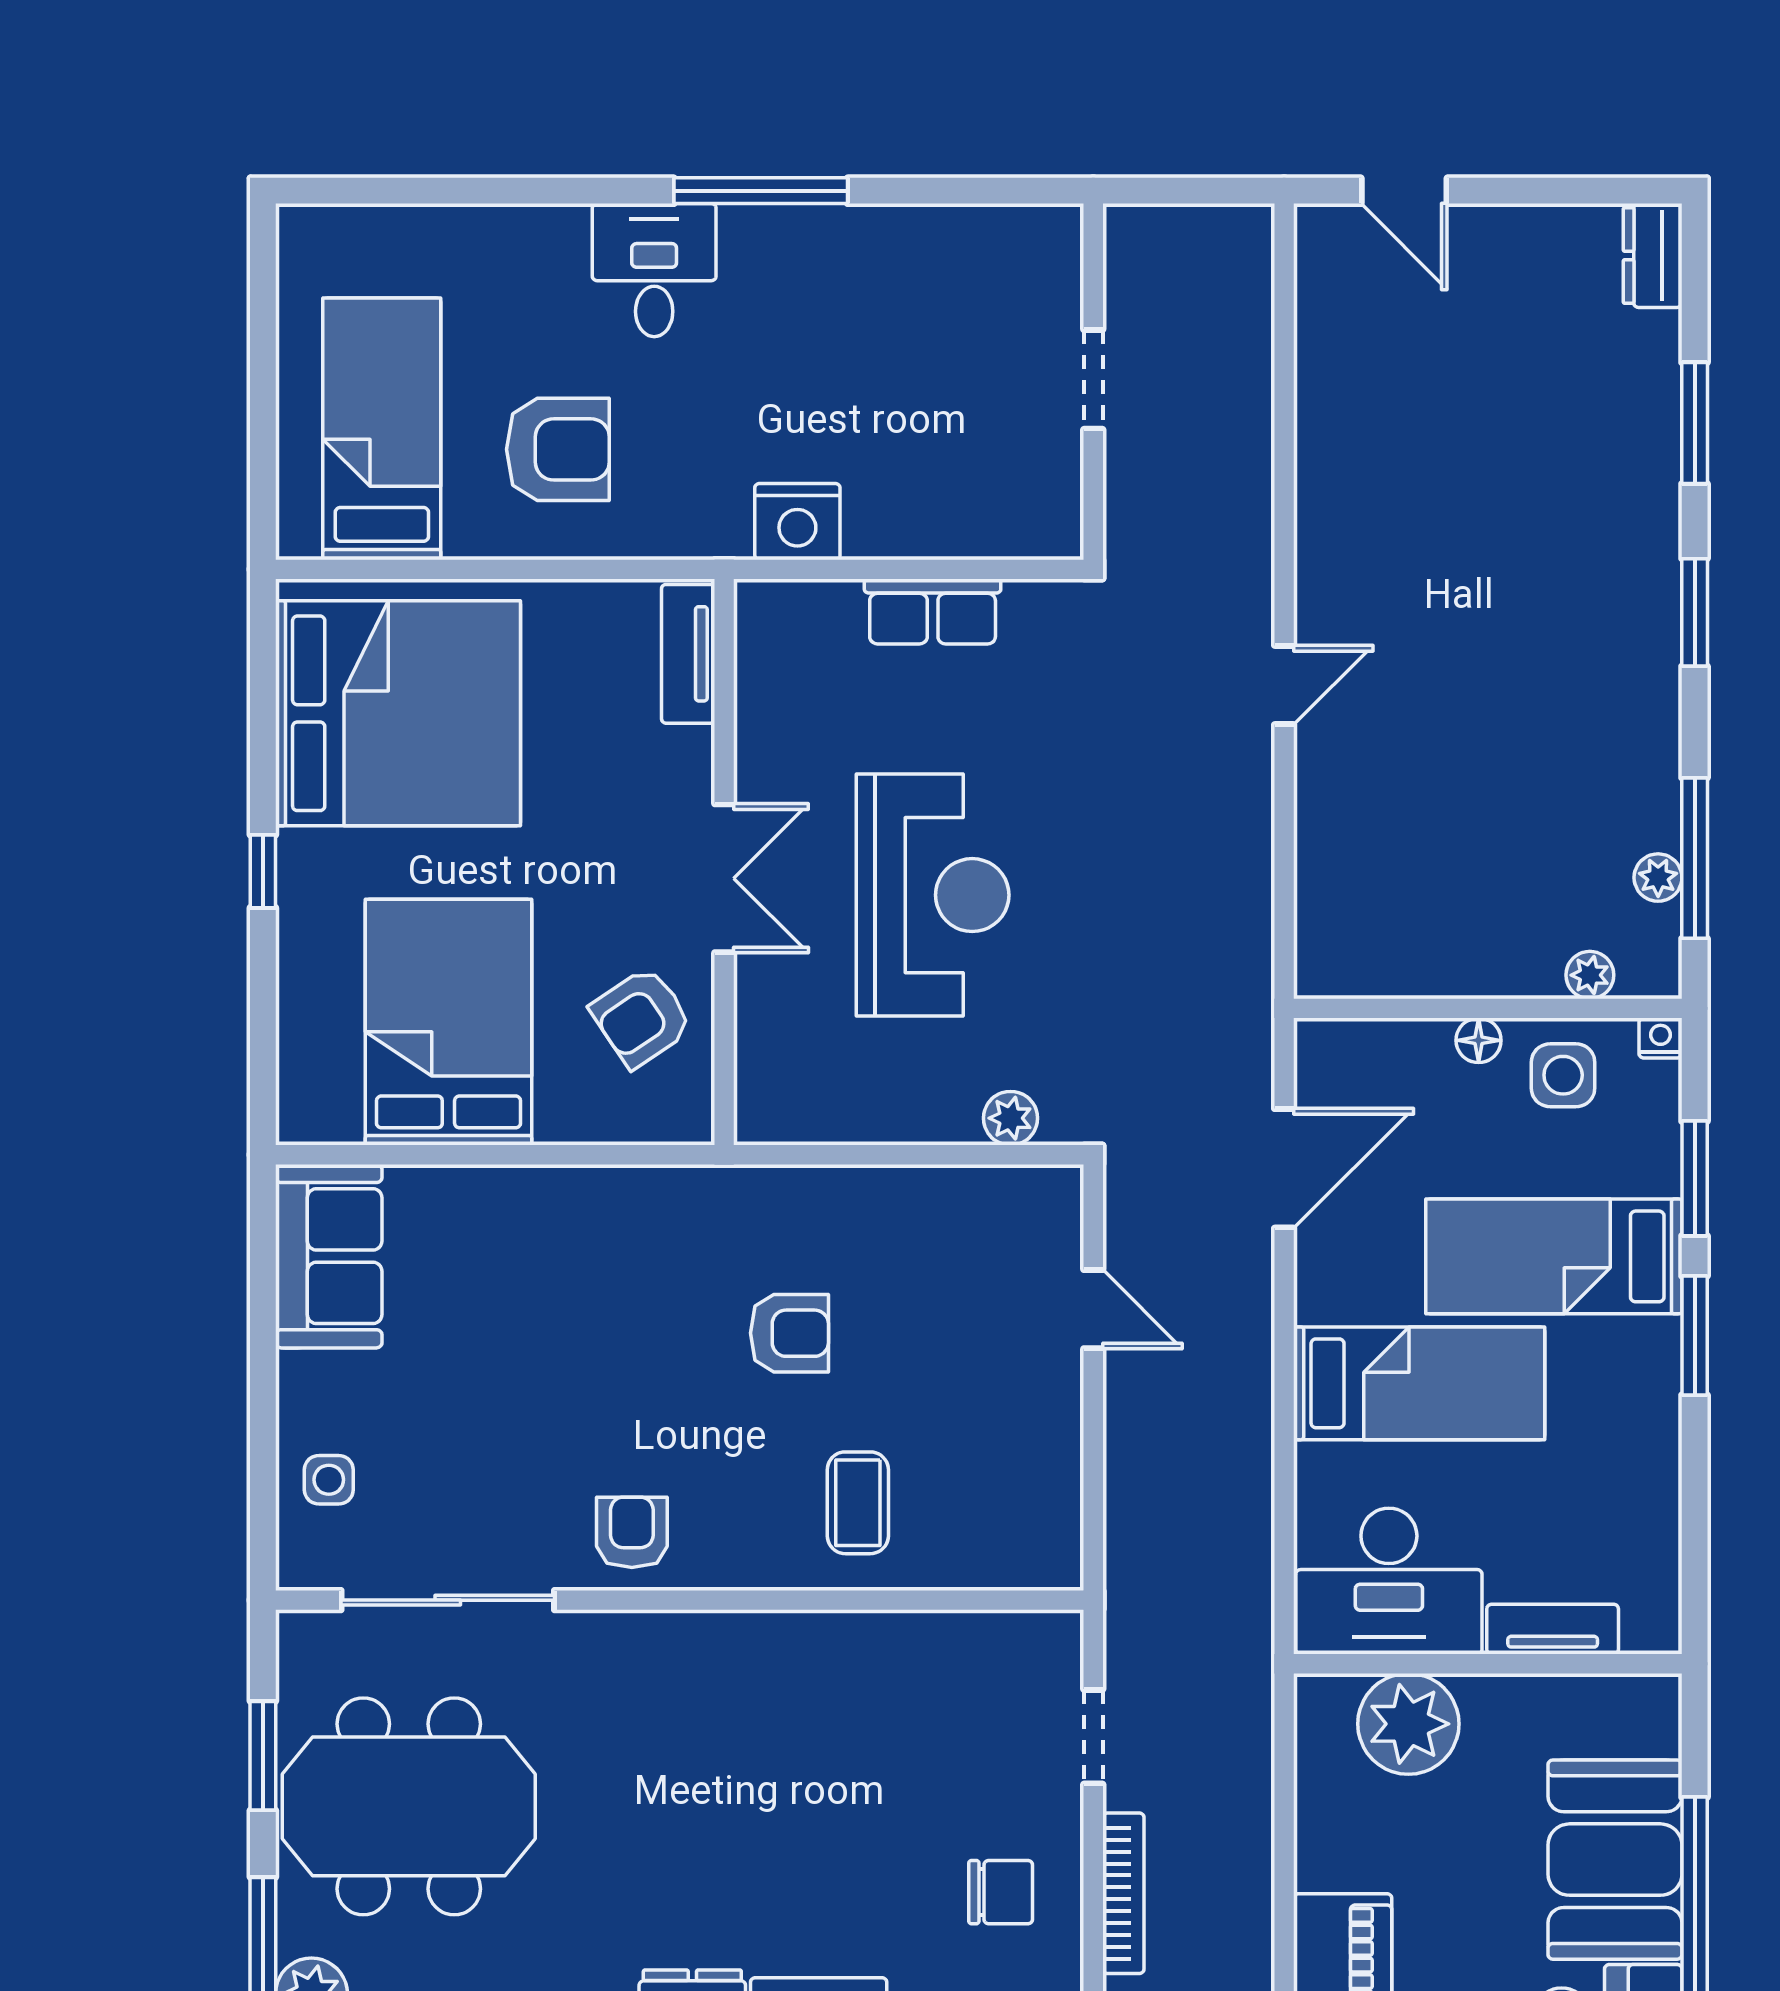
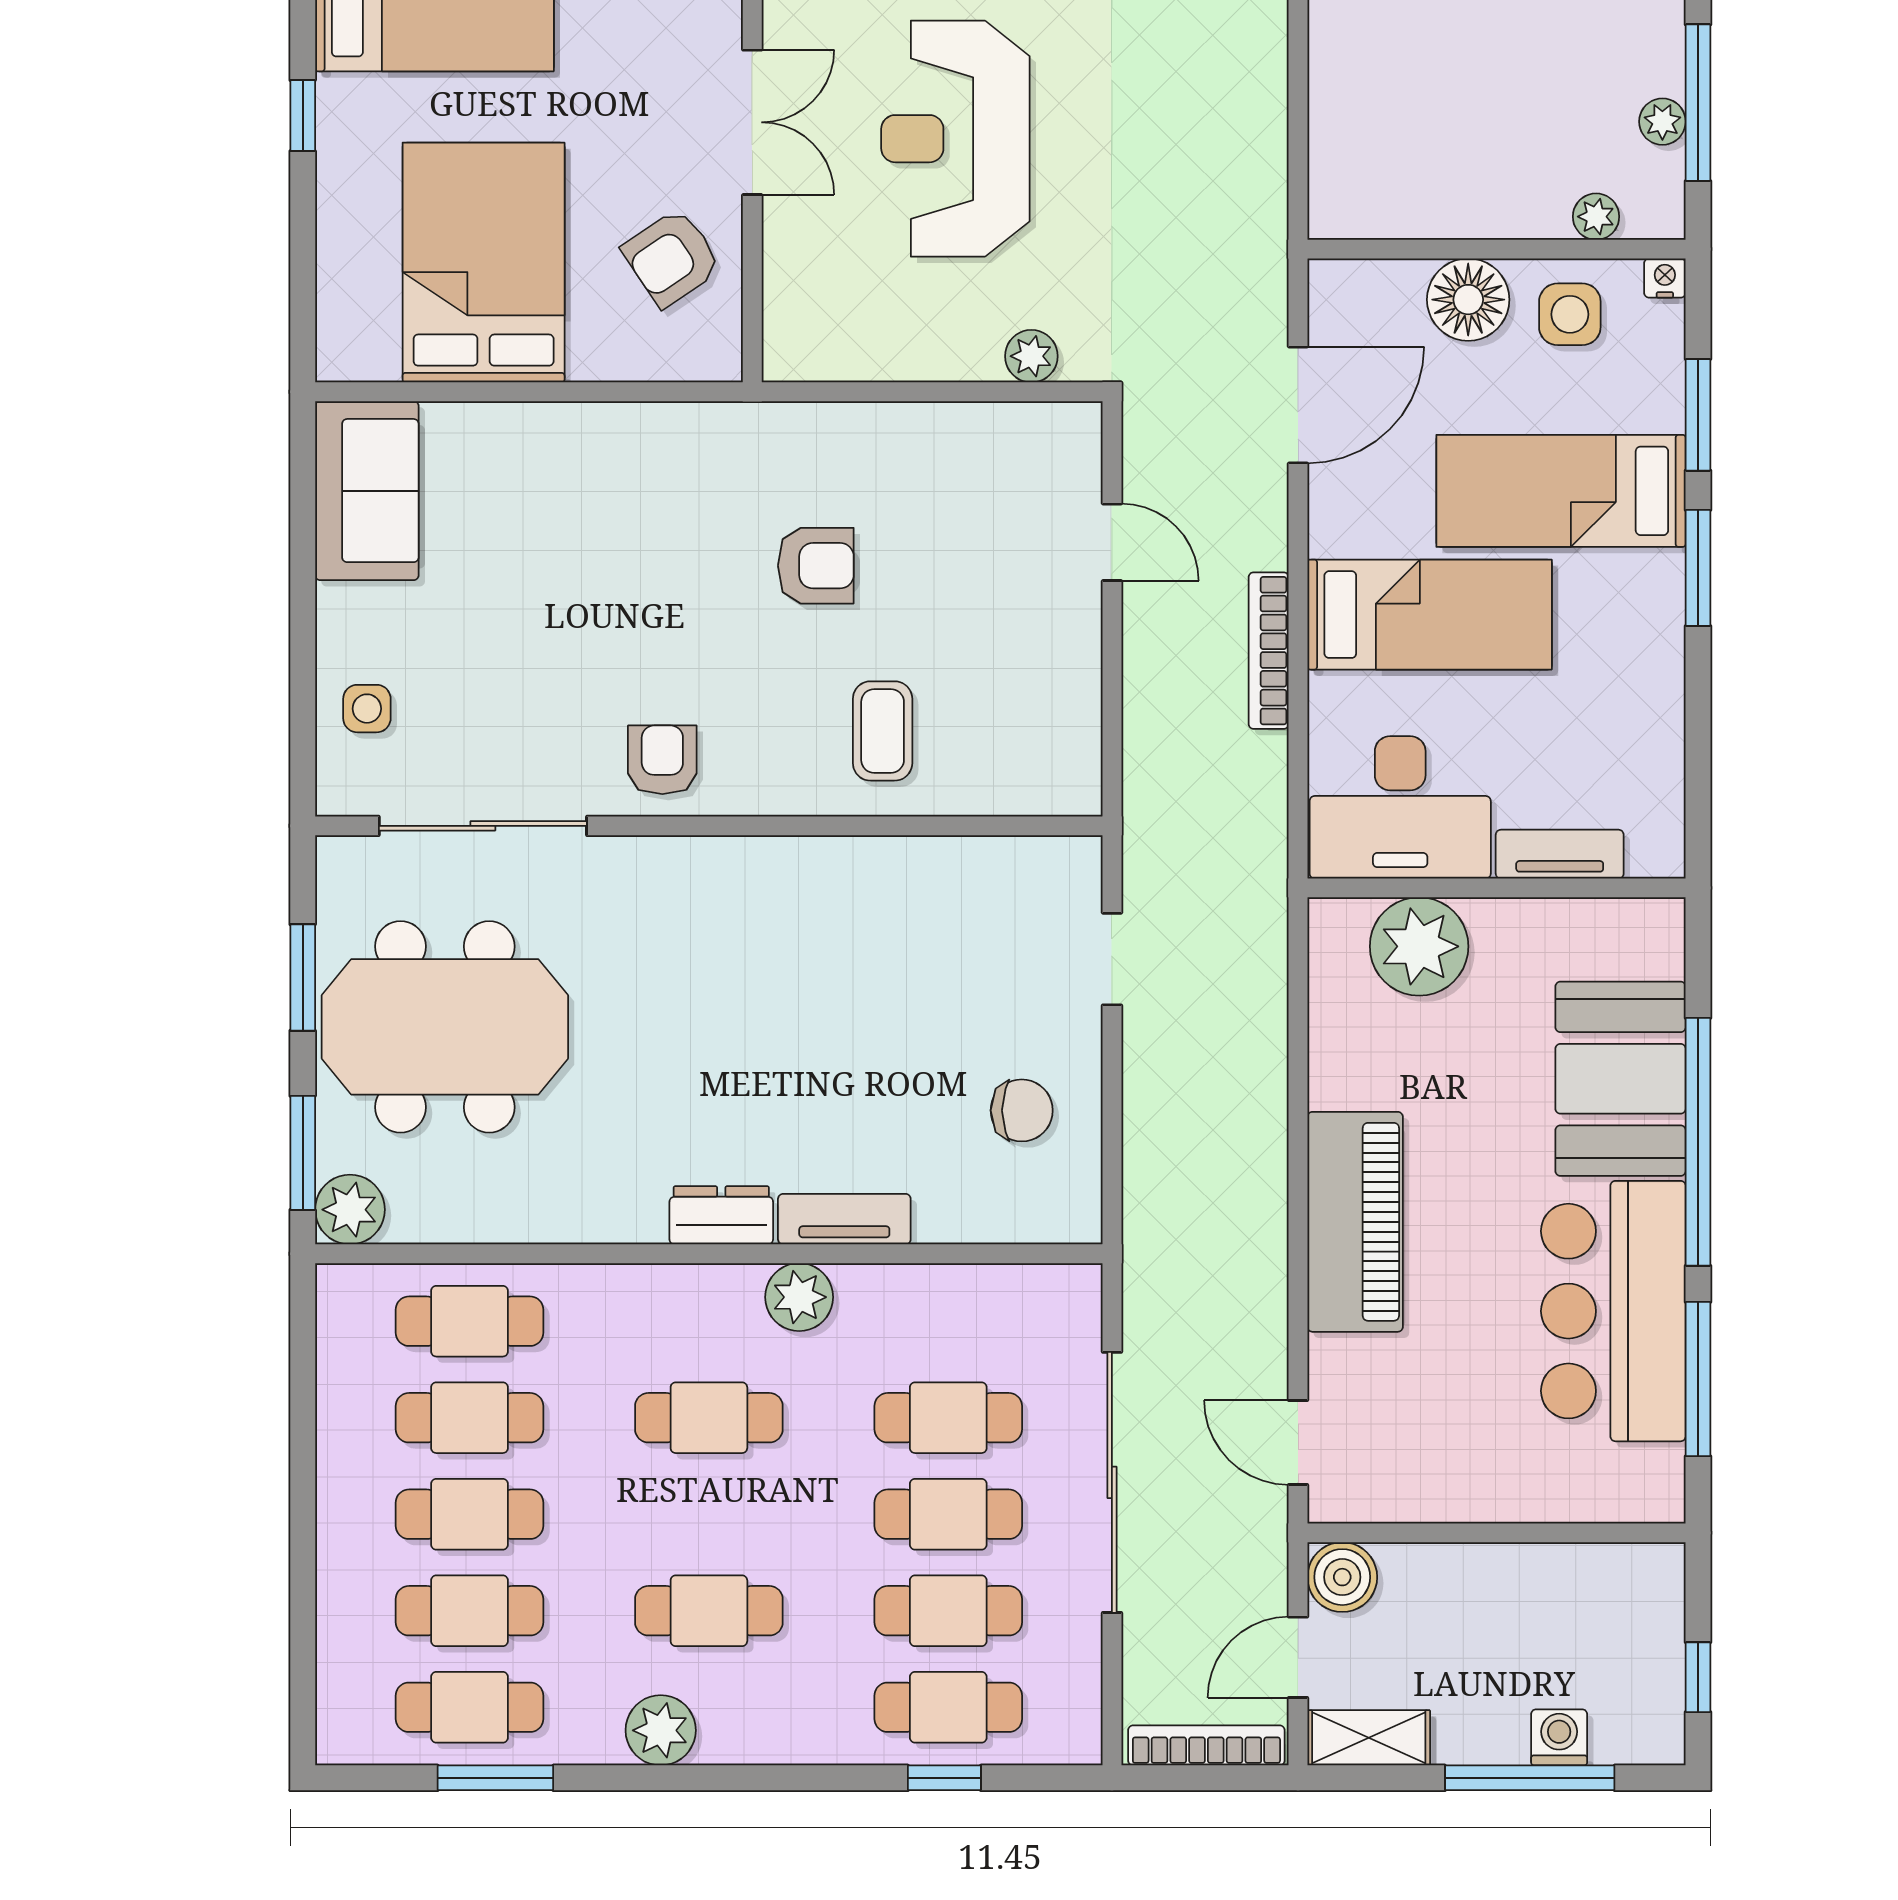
reception desk: (933, 895) -> (955, 139), turned 180
floor lamp: (1479, 1040) -> (1468, 300), width x1.89, depth x1.89
bookcase: (1123, 1893) -> (1269, 651), moved, turned 180

